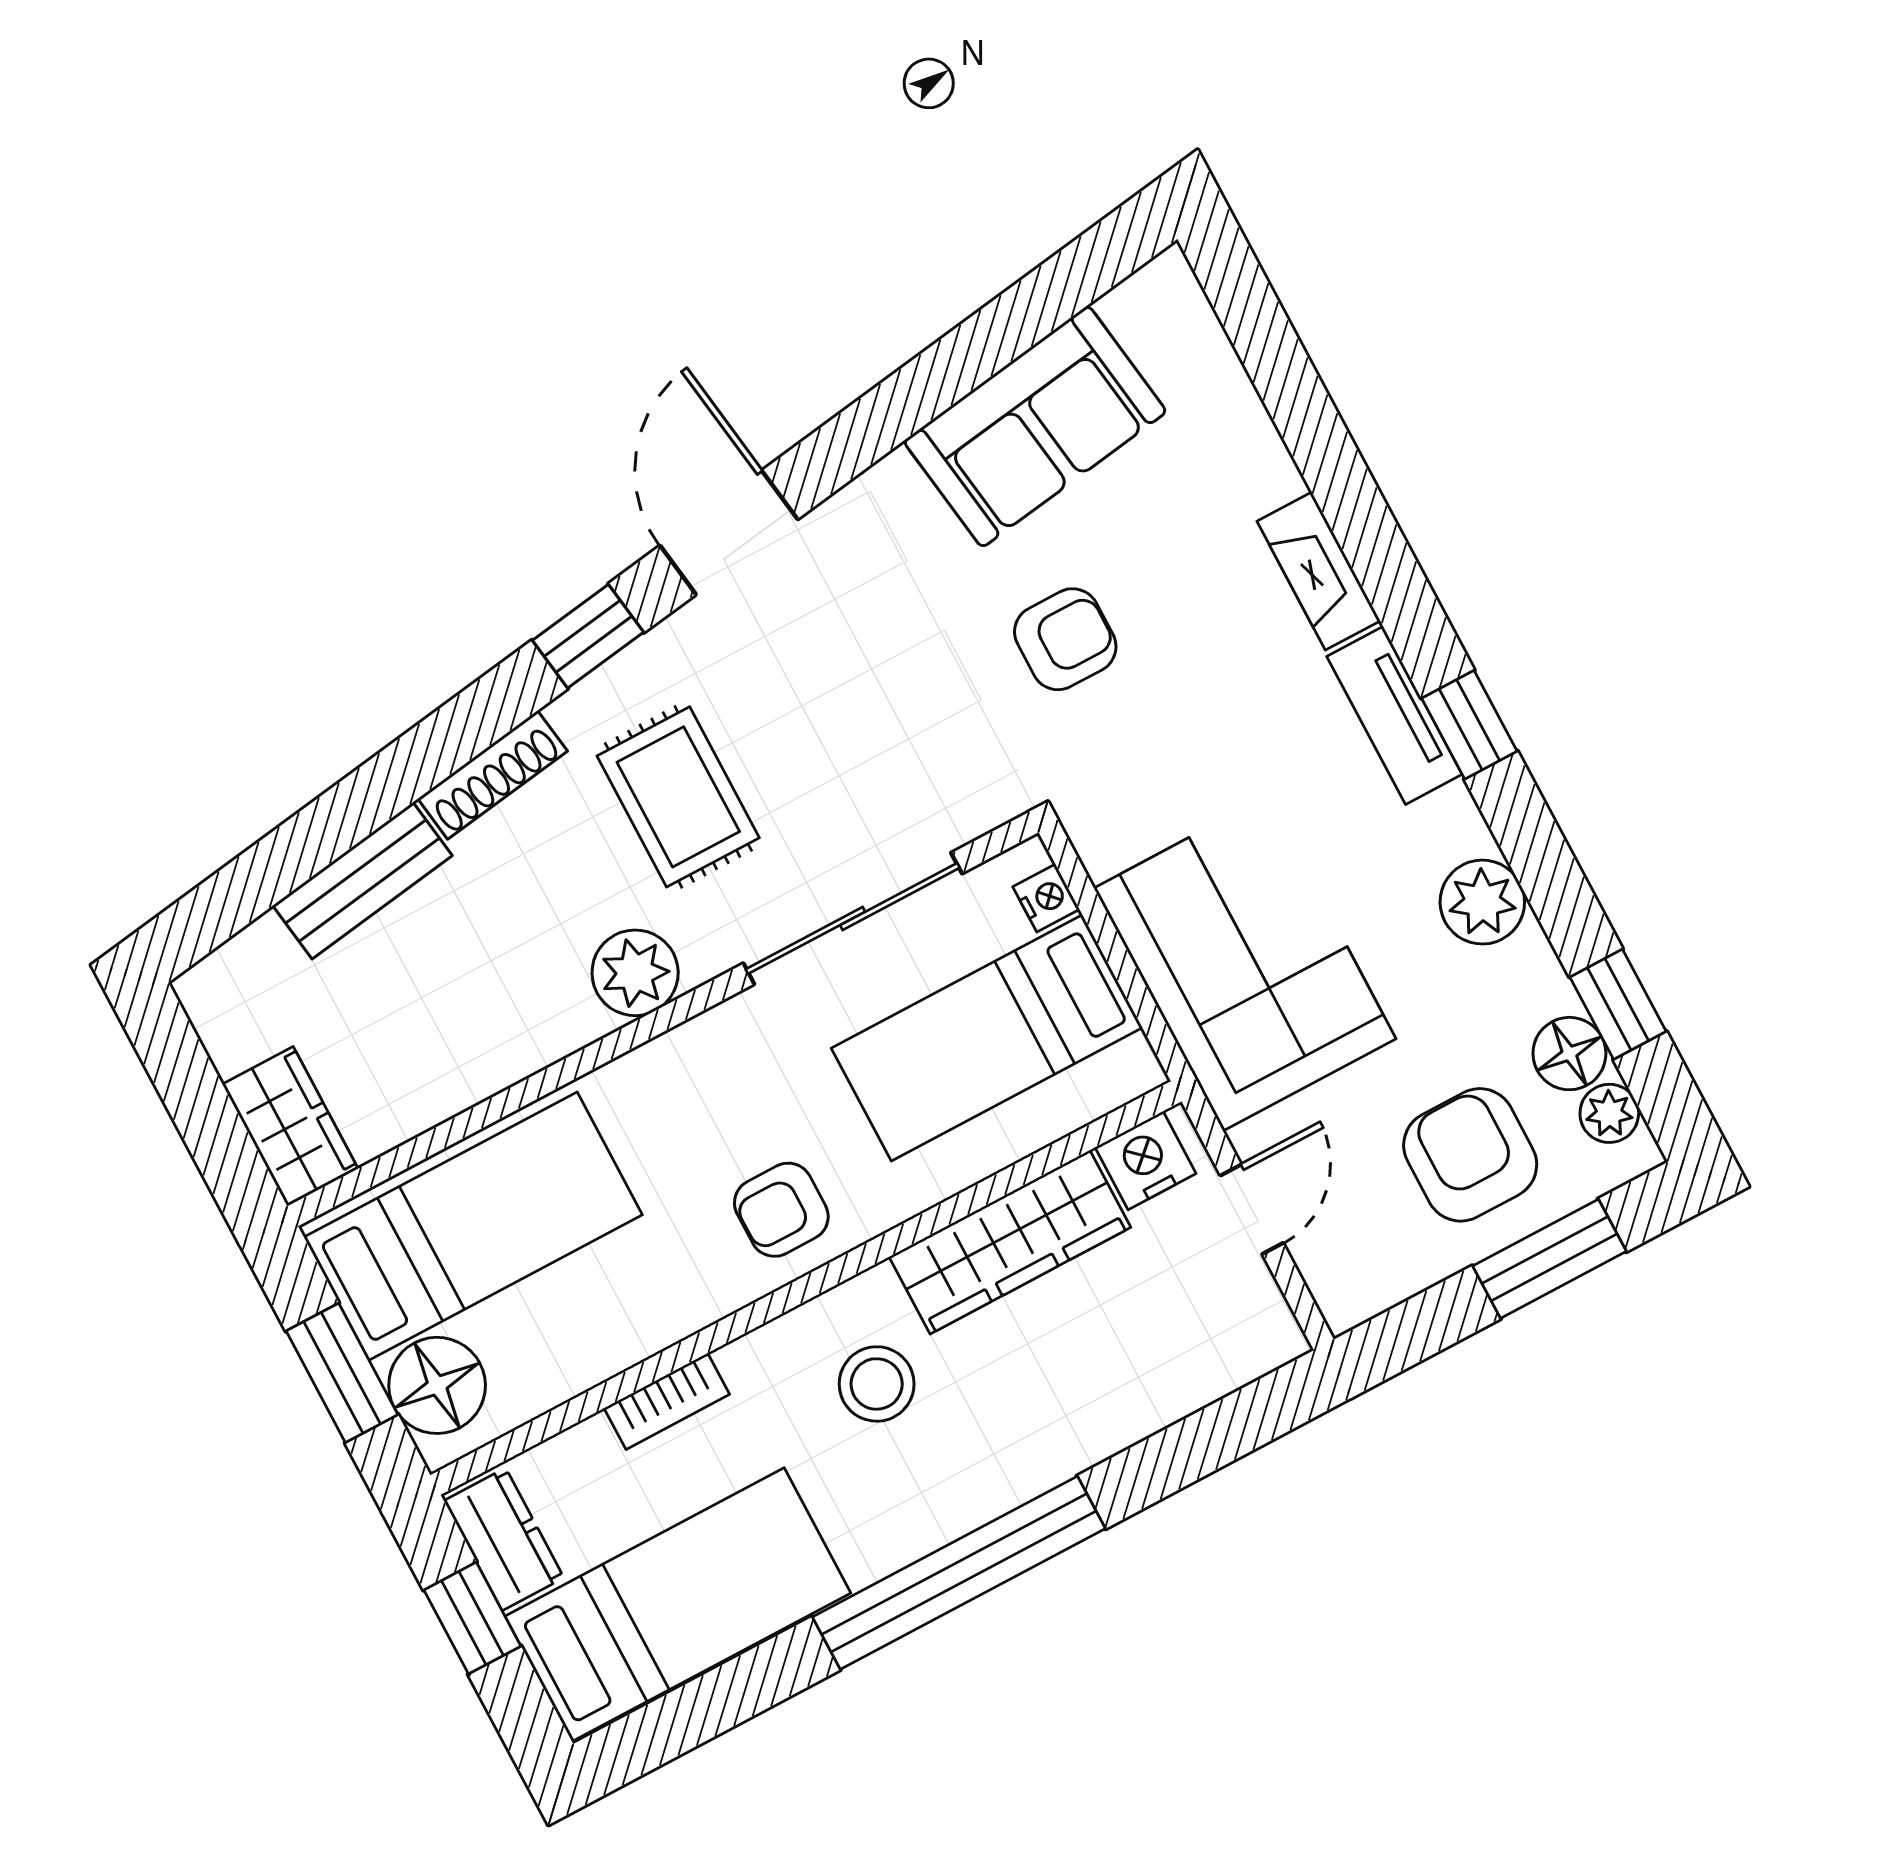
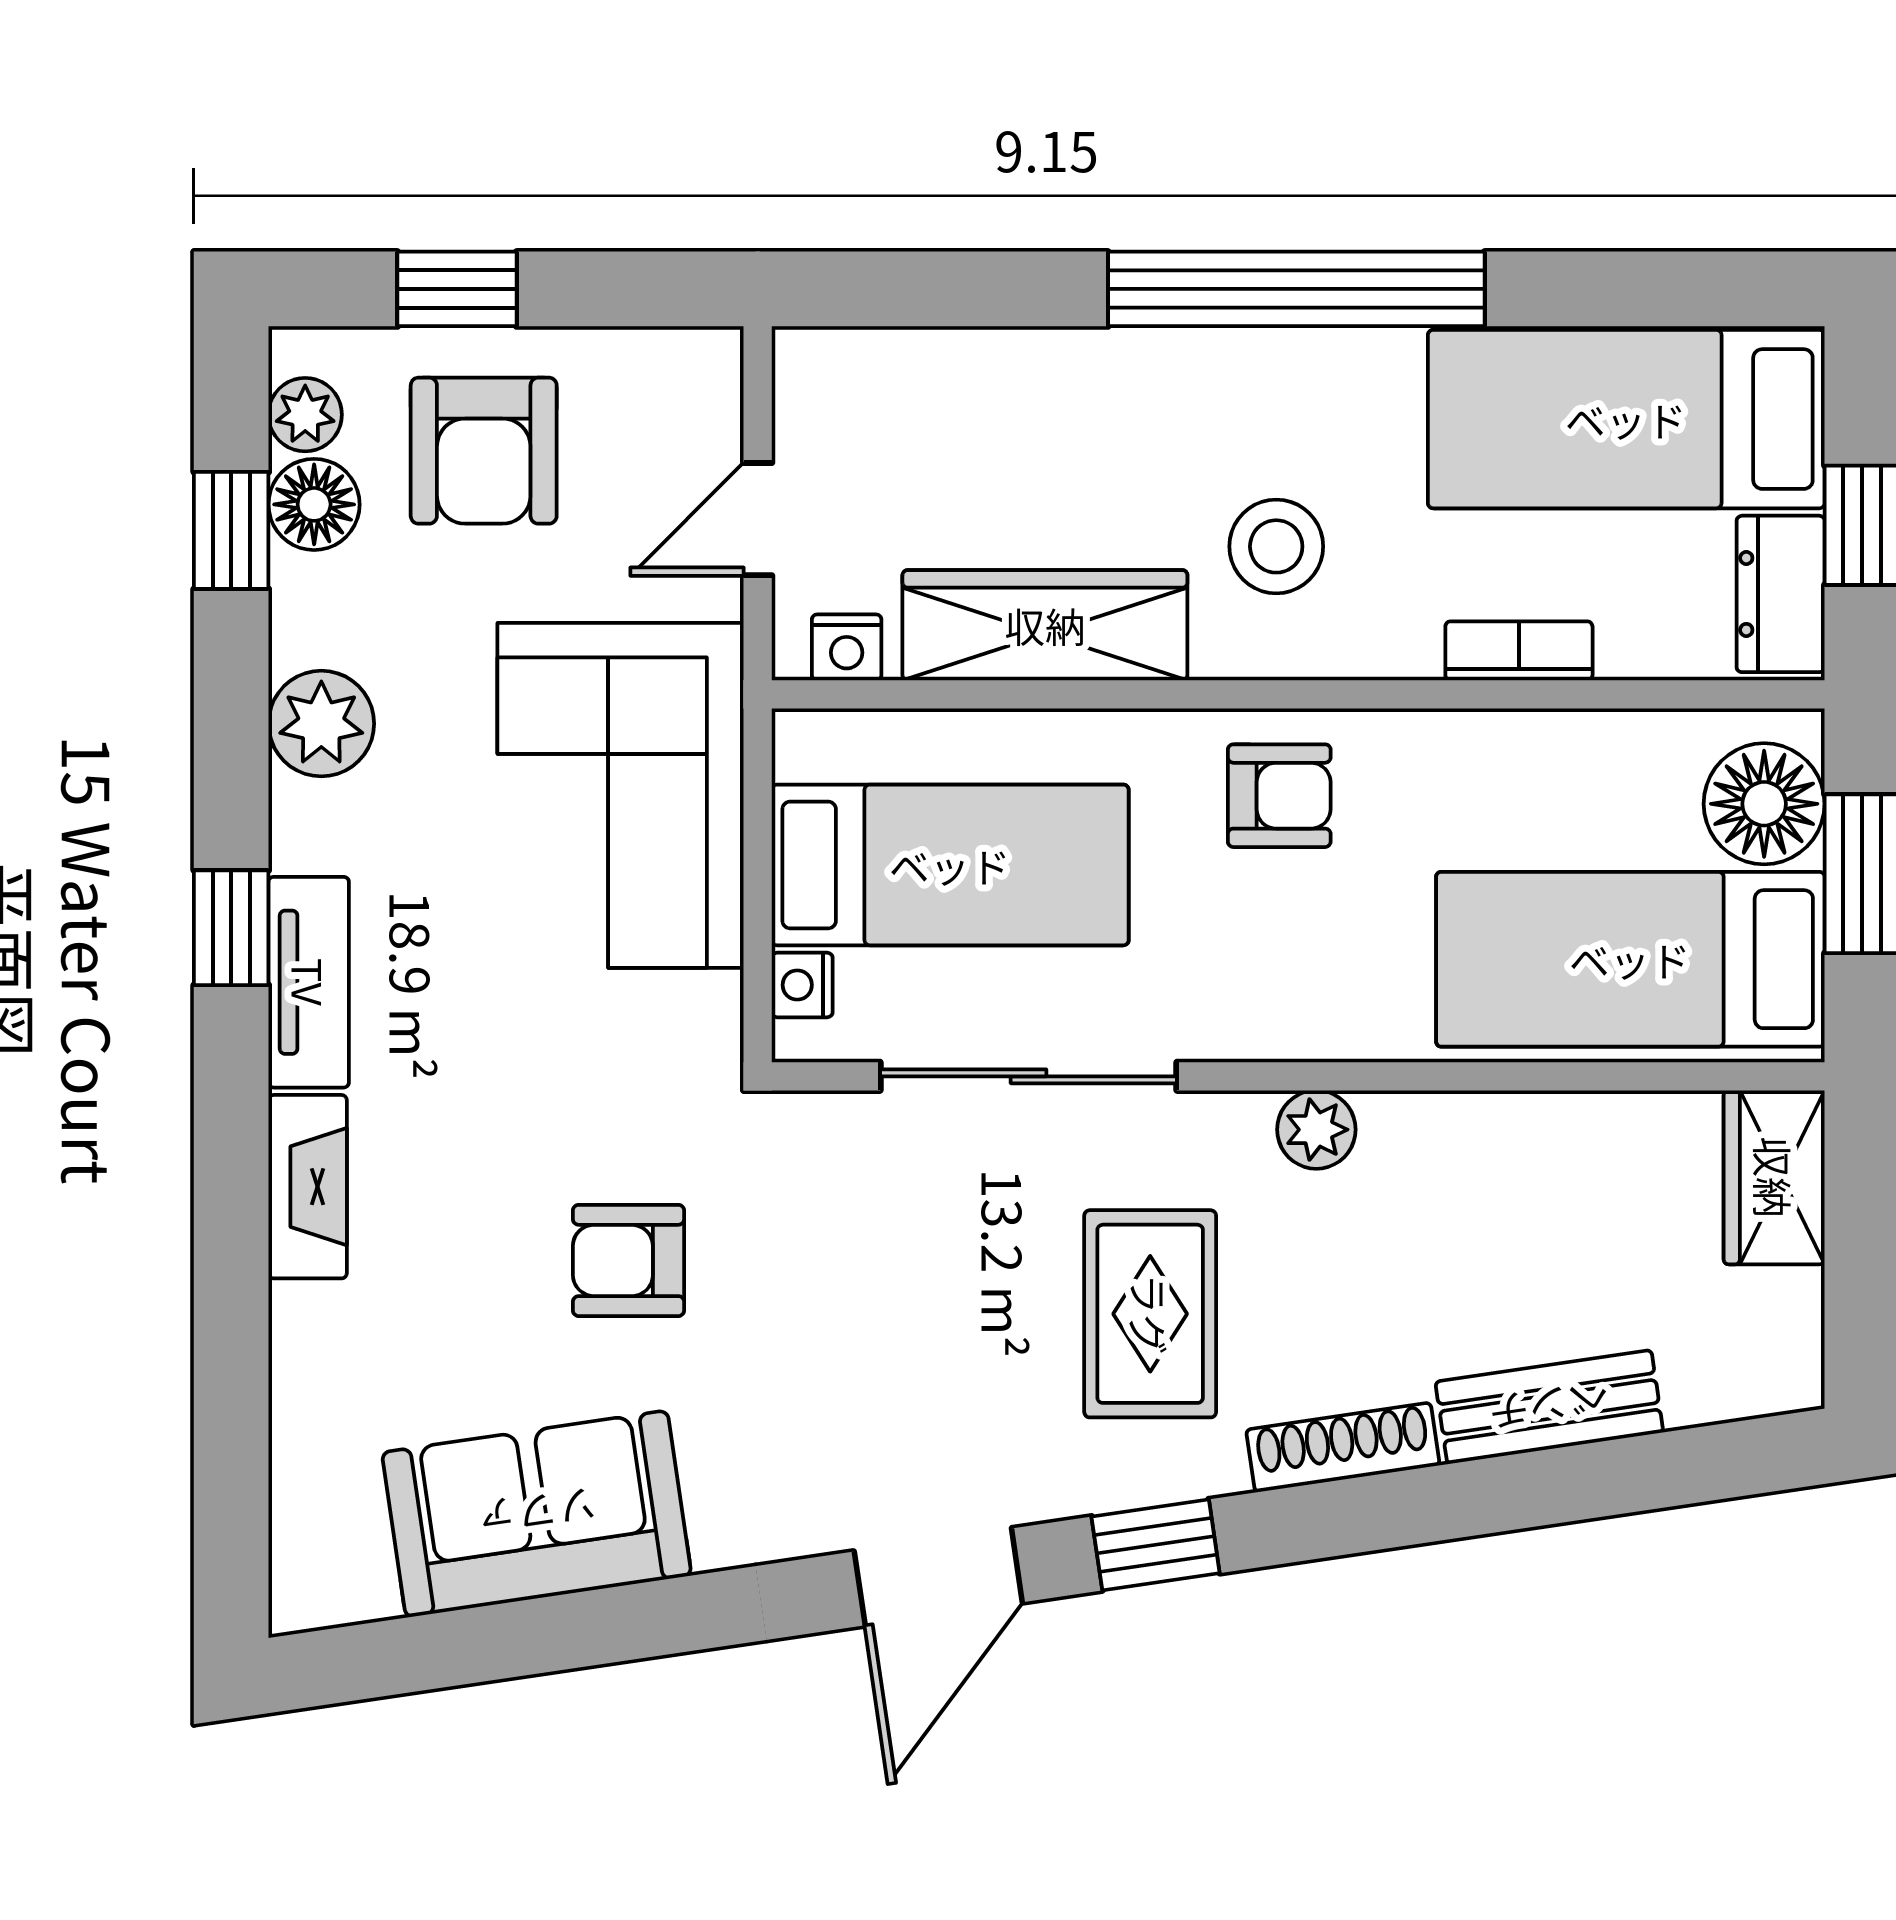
plant: (635, 973) -> (1316, 1130), width x0.73, depth x0.73
nightstand: (1146, 1160) -> (847, 647), width x0.72, depth x0.74
window: (1549, 1259) -> (457, 289), width x0.67

